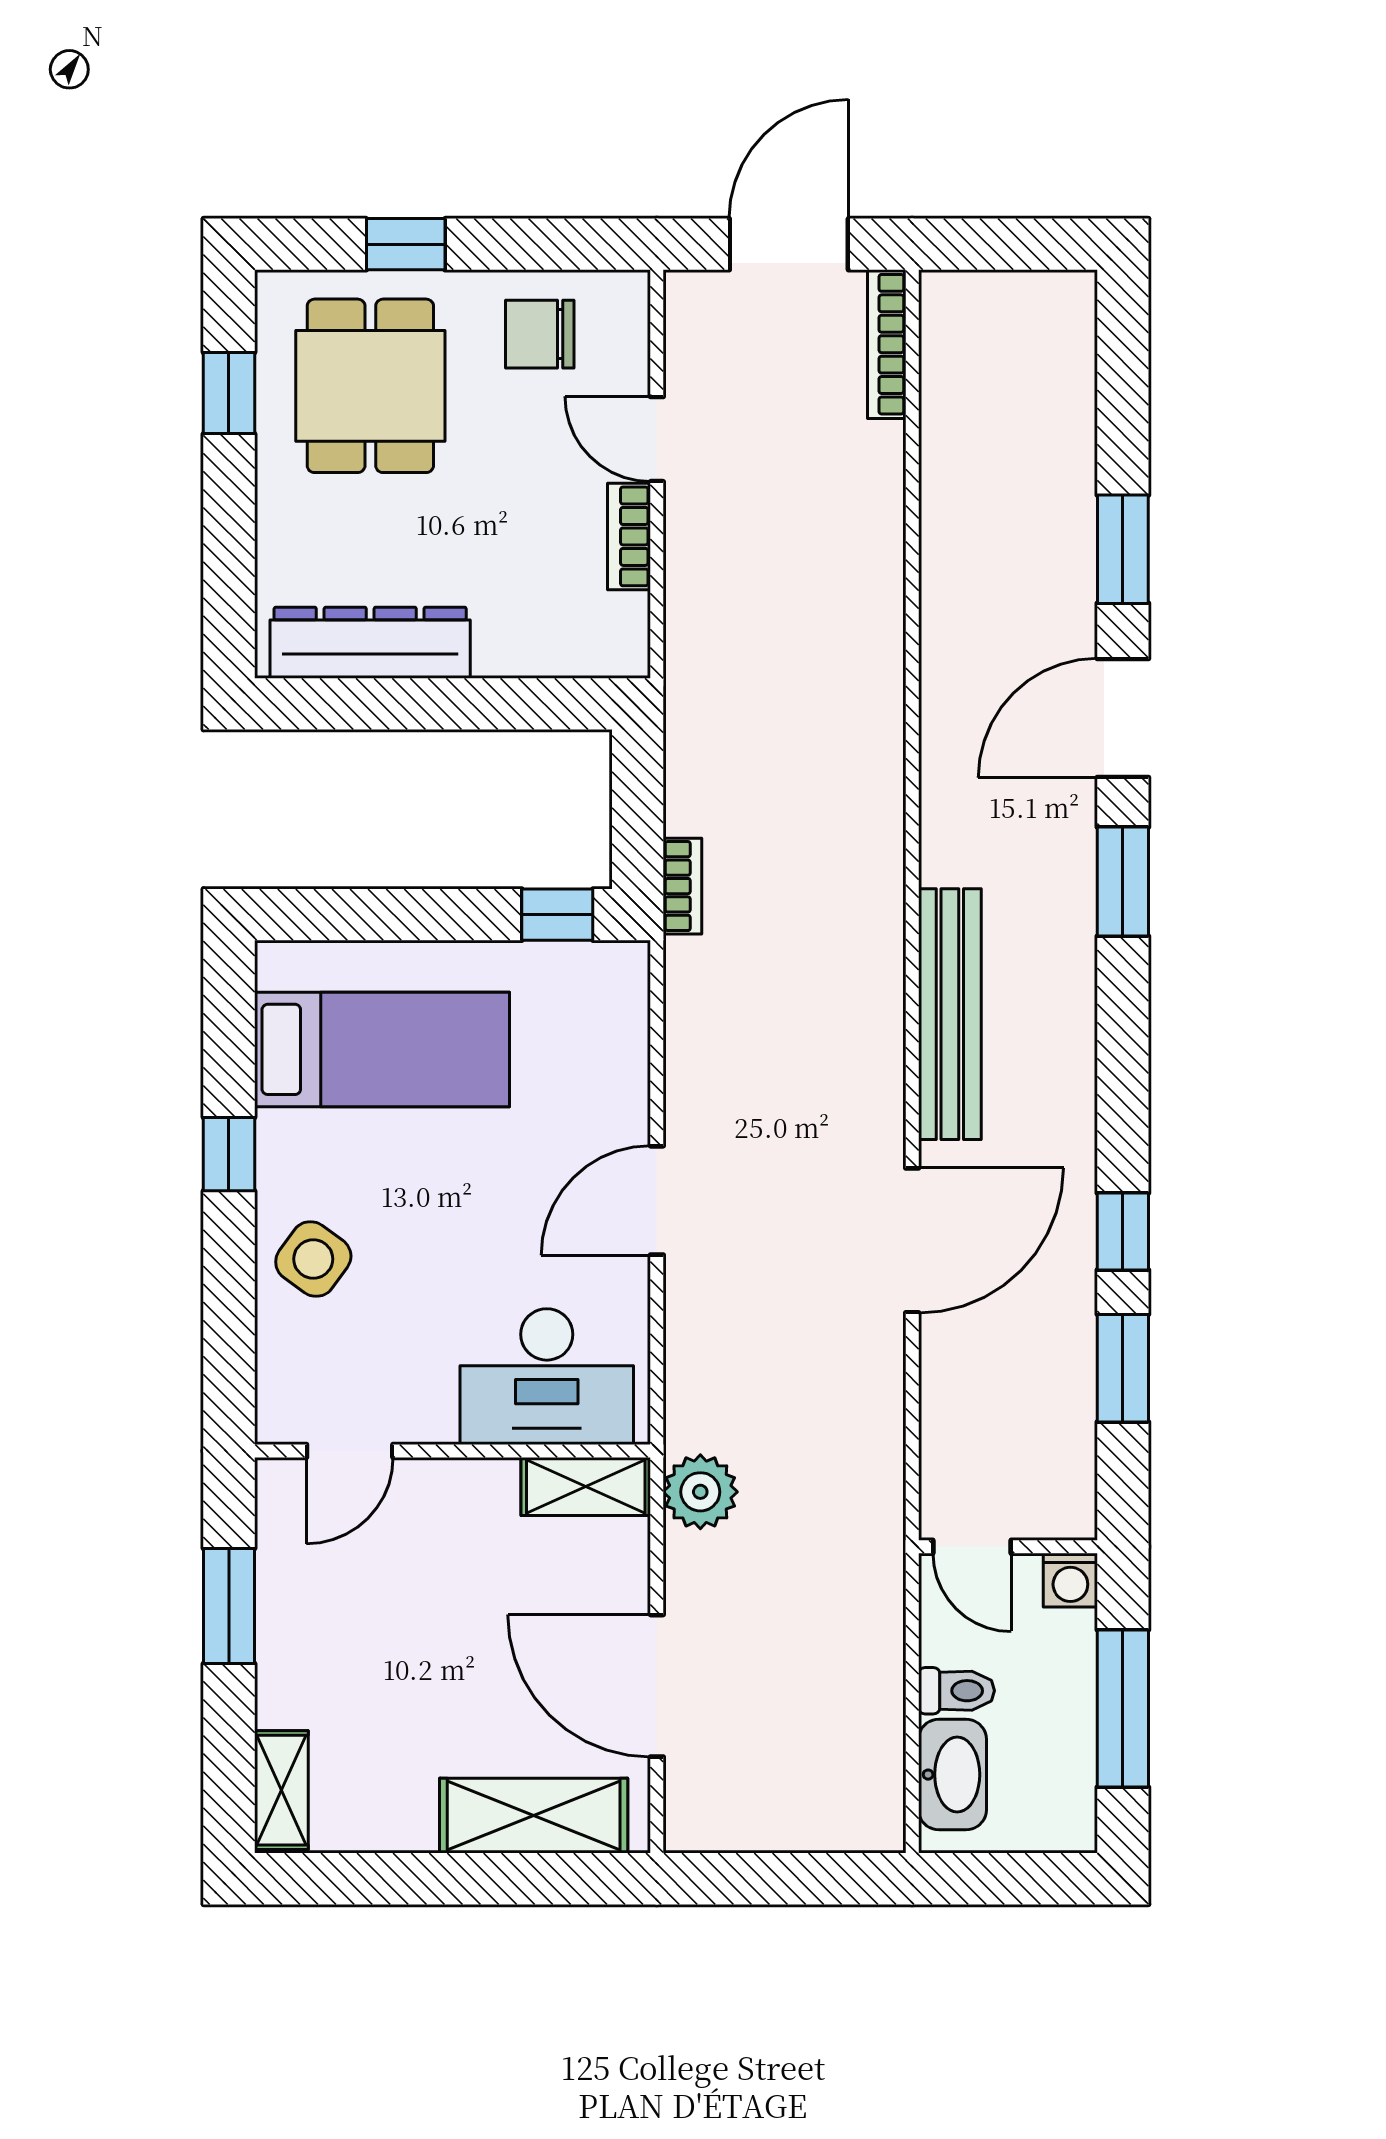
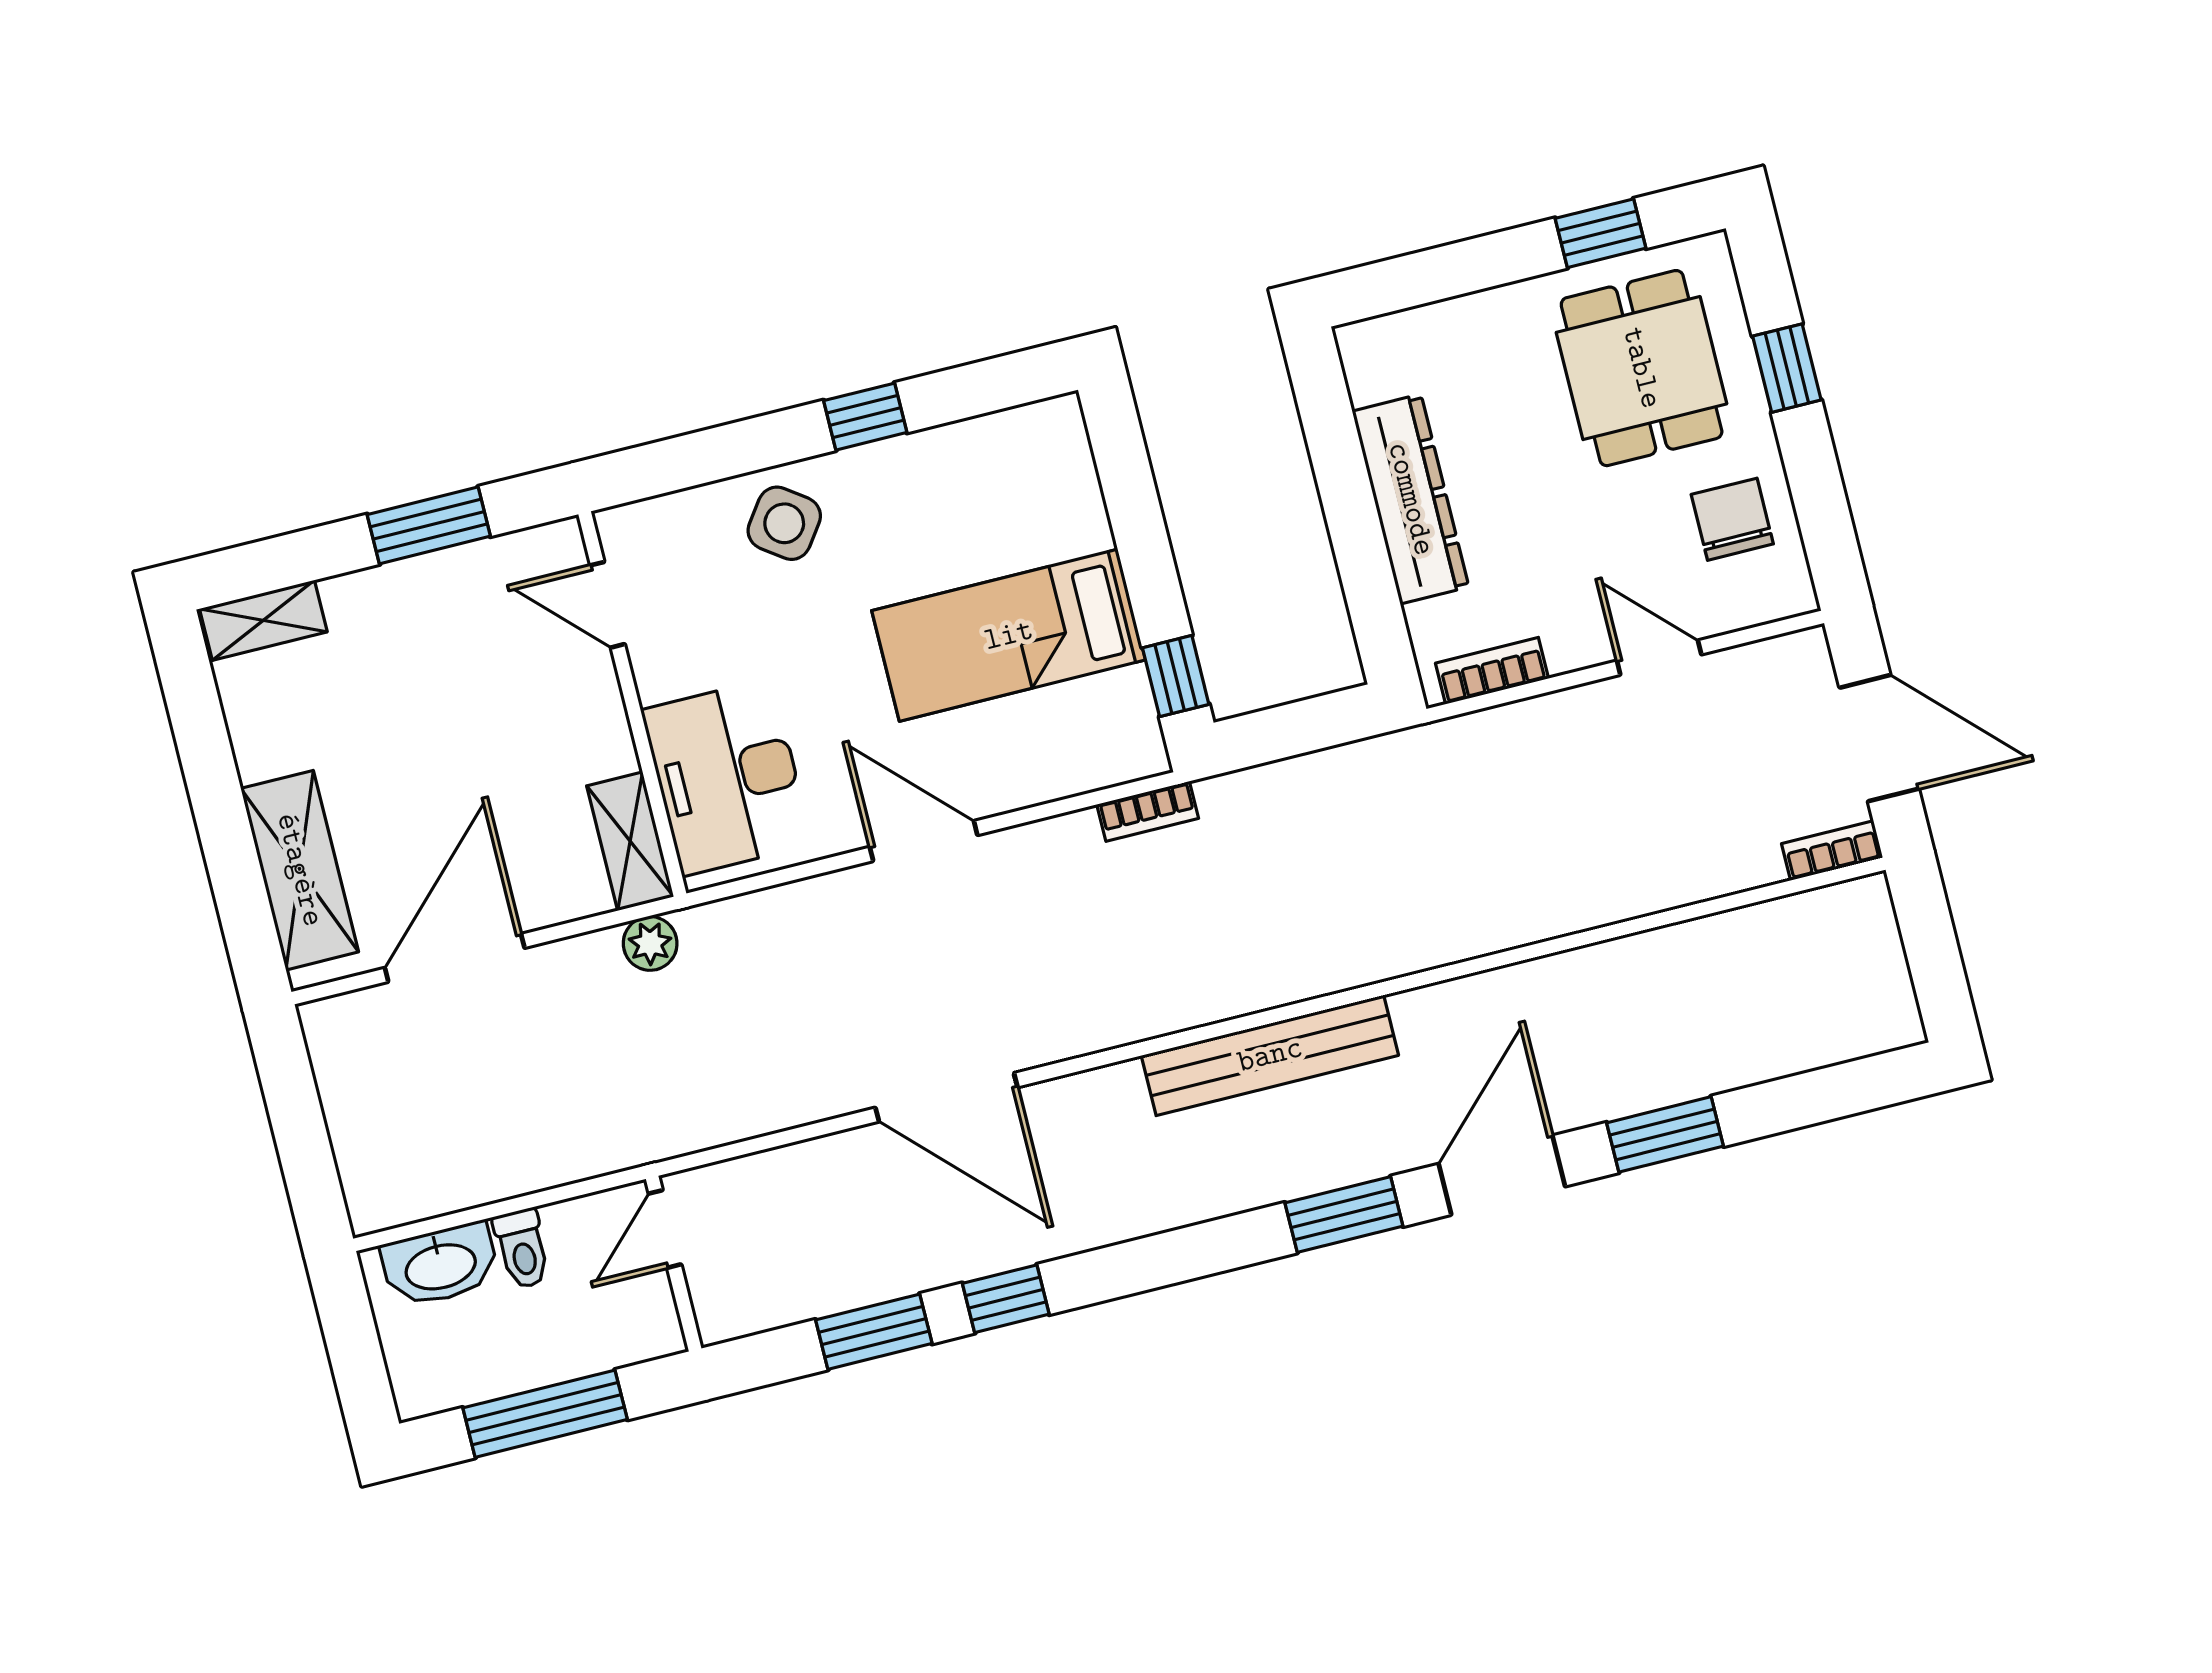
bookcase: (887, 344) -> (1832, 850), width x0.64
dining table: (370, 386) -> (1642, 368), turned 90
door: (657, 439) -> (1659, 658), hinge flipped
bookcase: (629, 536) -> (1492, 671), moved
dresser: (370, 643) -> (1411, 499), moved
door: (1123, 718) -> (1502, 1175), hinge flipped
bookcase: (682, 886) -> (1148, 811), moved
bench: (950, 1014) -> (1270, 1055), moved
bed: (382, 1049) -> (1009, 635), moved, turned 90
plant: (700, 1492) -> (650, 943), width x0.73, depth x0.73
washing machine: (1070, 1580) -> (656, 1332), removed

